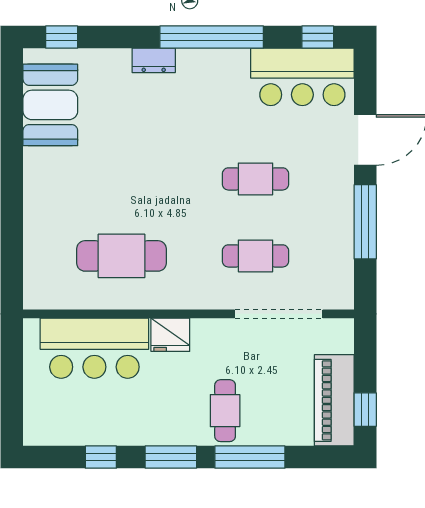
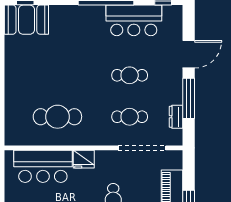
dresser: (154, 60) -> (176, 117), moved, turned 90
bar counter: (302, 77) -> (134, 20), moved
booth: (50, 105) -> (26, 20), moved, turned 90

